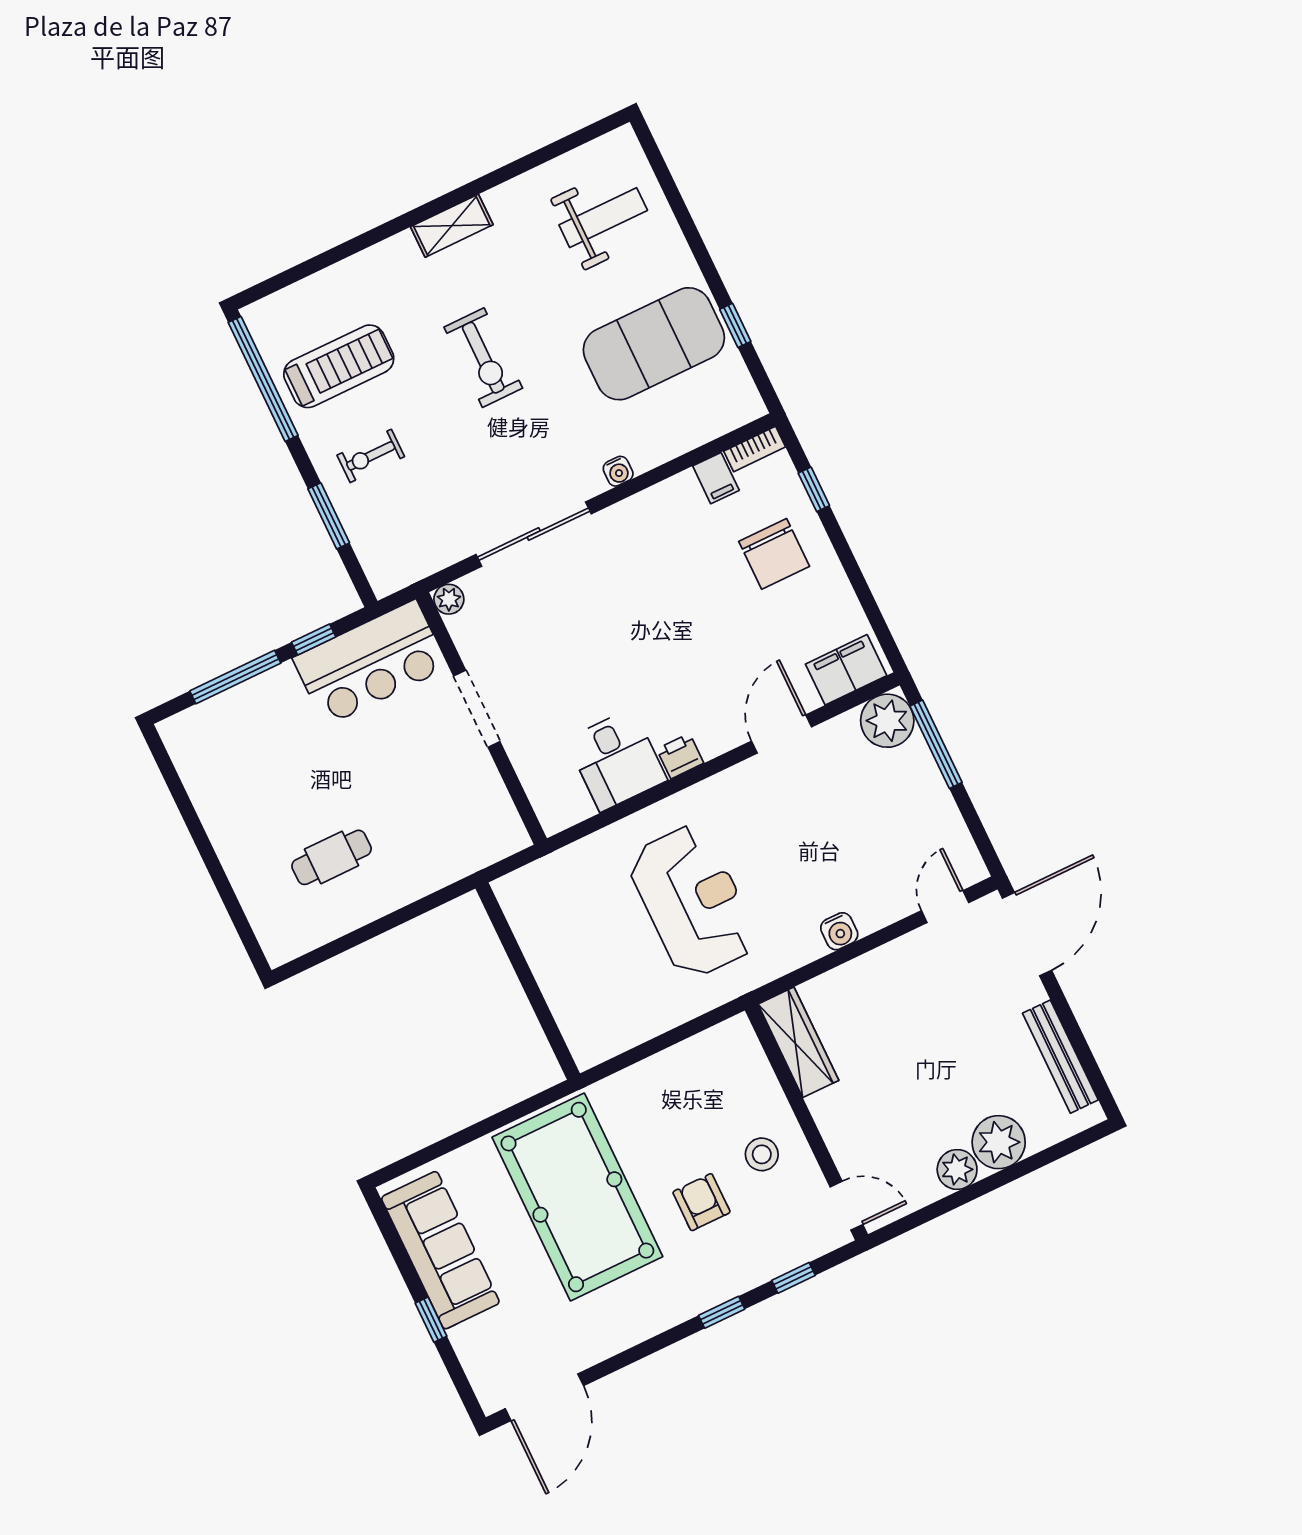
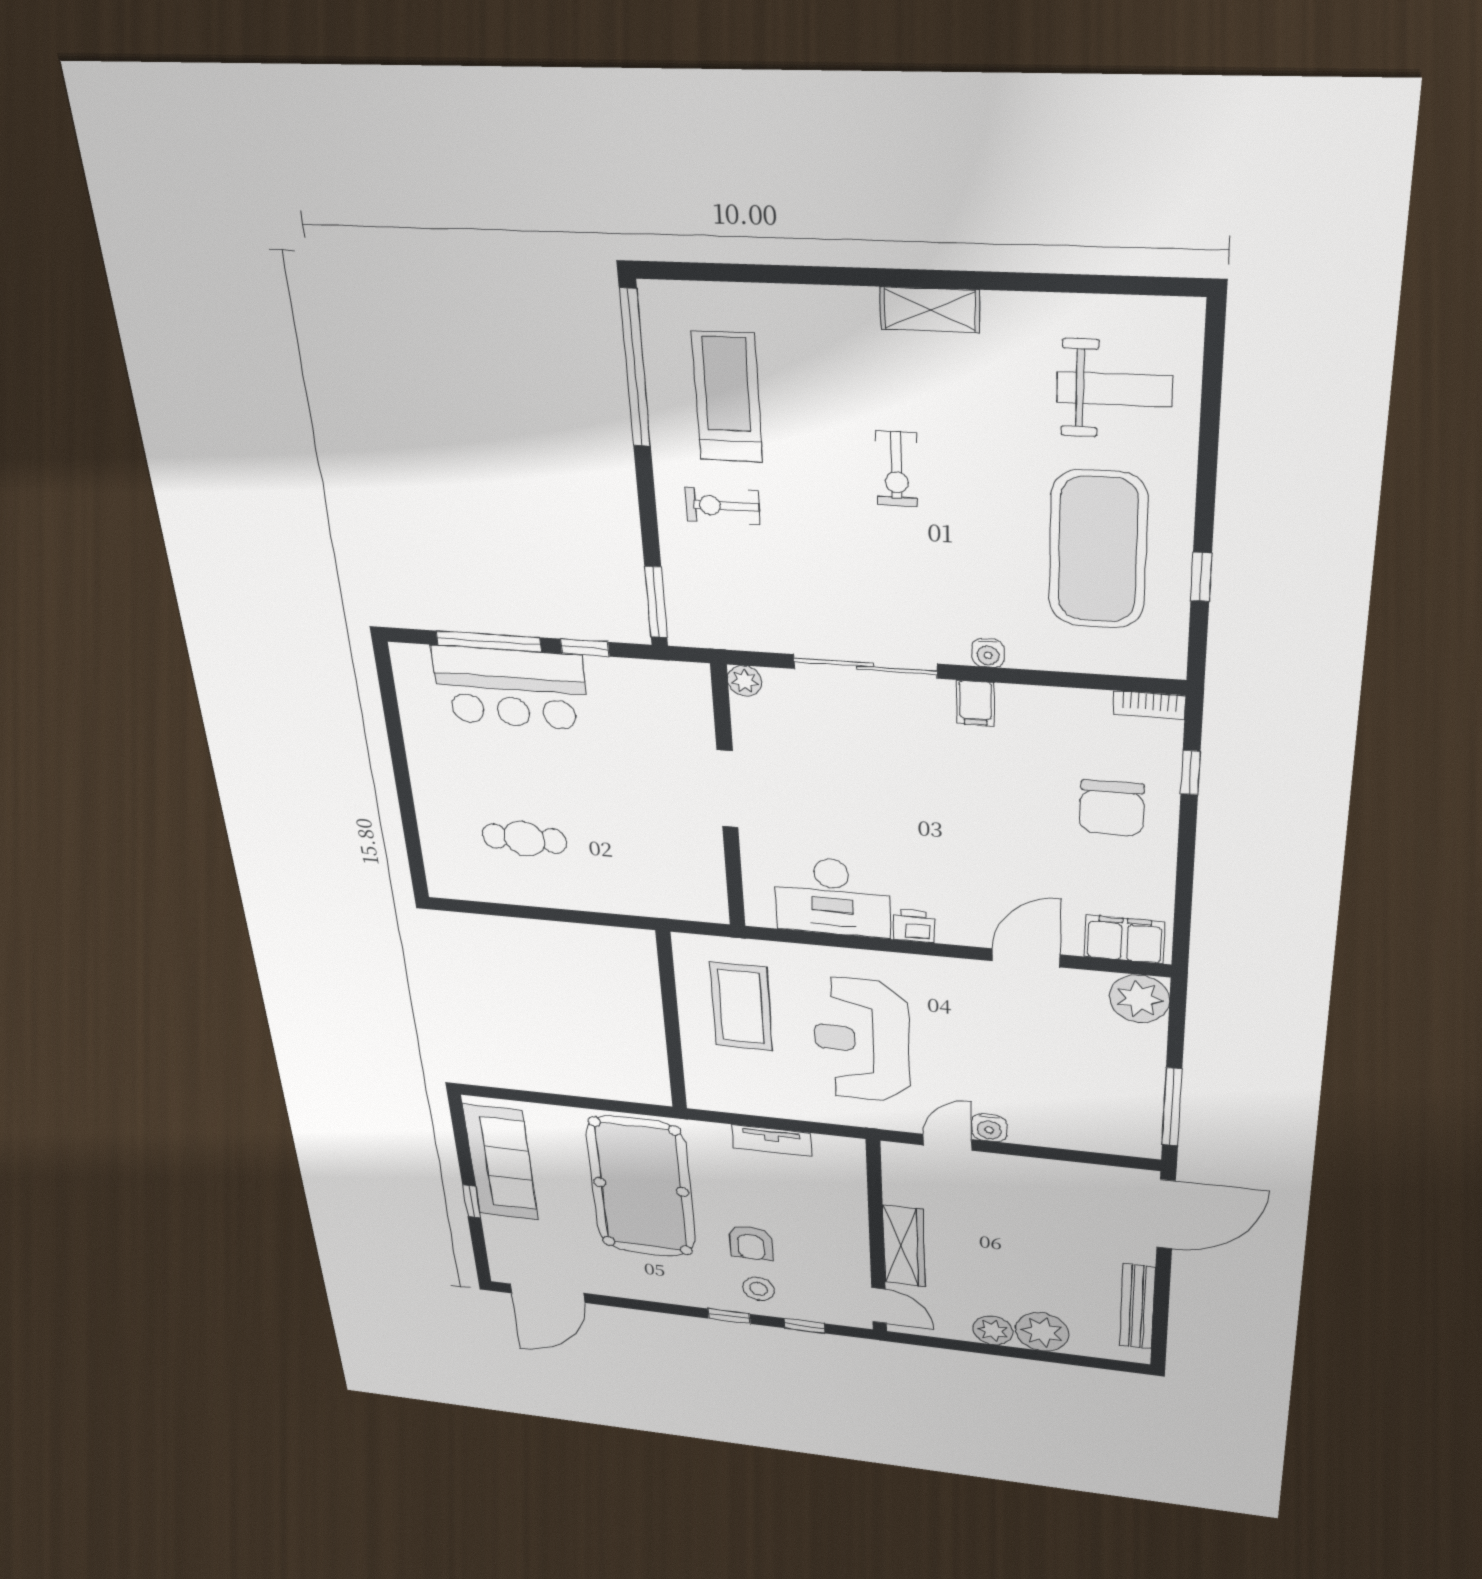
exercise mat: (654, 344) -> (1098, 550), turned 90
exercise bike: (483, 358) -> (897, 469), width x0.73, depth x0.72
treadmill: (339, 366) -> (727, 397), turned -90
filing cabinet: (716, 478) -> (975, 703), moved
window: (329, 516) -> (656, 602), moved
bar counter: (370, 663) -> (510, 688), moved
window: (936, 744) -> (1172, 1107), moved
desk: (616, 760) -> (832, 897), width x1.37
reception desk: (693, 901) -> (862, 1040), turned 180
door: (945, 907) -> (947, 1142), moved
coffee table: (579, 928) -> (741, 1007), added
wardrobe: (798, 1042) -> (904, 1246), moved
tv unit: (667, 1064) -> (772, 1140), added
stool: (762, 1154) -> (758, 1289), moved
armchair: (701, 1202) -> (751, 1243), turned 180

